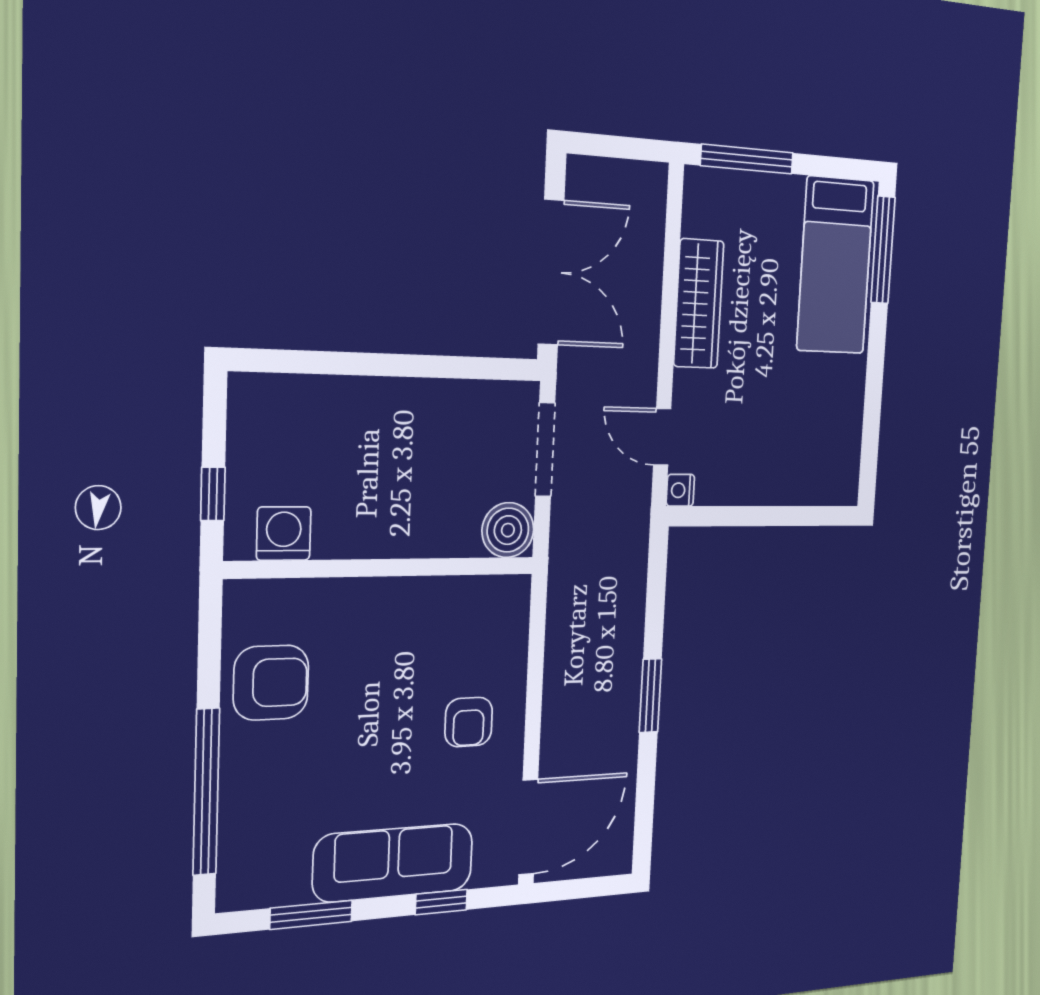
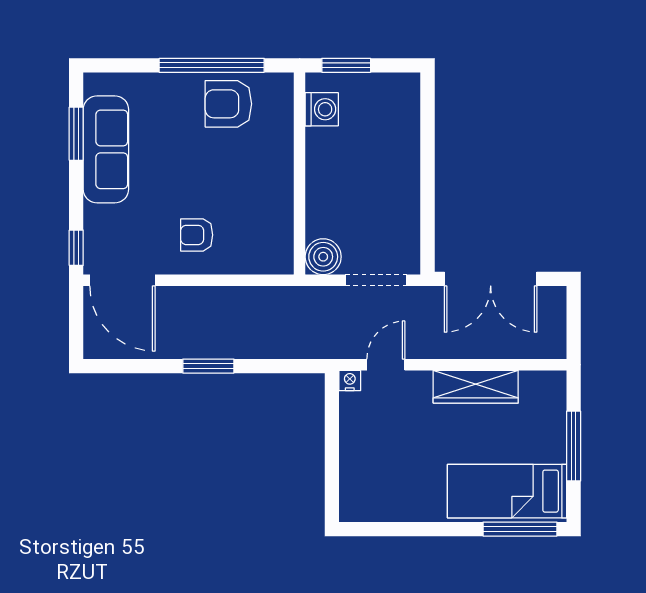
window: (747, 159) -> (574, 446), moved
window: (213, 494) -> (346, 65), width x1.50
armchair: (271, 683) -> (228, 104), turned 90
window: (206, 792) -> (212, 65), moved
sofa: (393, 863) -> (106, 149), moved
window: (441, 902) -> (76, 248), moved

